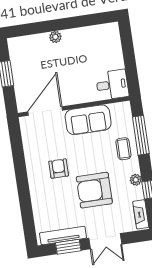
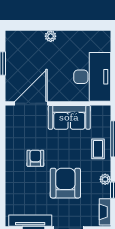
desk: (112, 85) -> (92, 77), width x1.87, depth x1.30
armchair: (94, 190) -> (65, 183), turned 90

